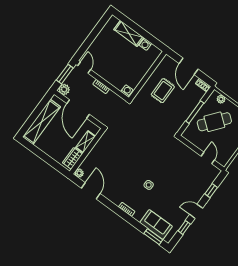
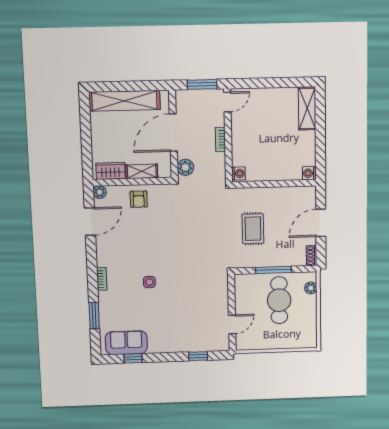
shelving: (129, 34) -> (307, 108), moved
washing machine: (145, 44) -> (309, 173), moved
plant: (64, 89) -> (185, 167), moved
rug: (163, 91) -> (253, 229), moved, turned 90
cafe table: (214, 122) -> (279, 300), turned 51
armchair: (99, 155) -> (139, 199), added
door: (196, 211) -> (162, 357), removed
sofa: (156, 224) -> (126, 343), moved, turned -90
window: (153, 237) -> (94, 316), moved

